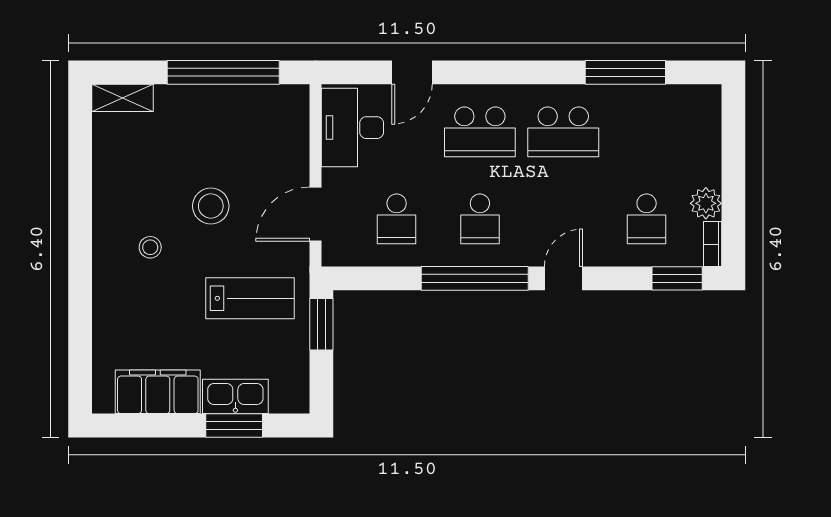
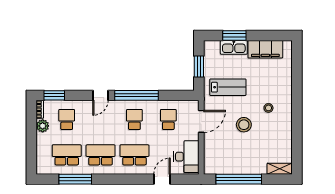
school desk: (647, 132) -> (67, 155), added
lab bench: (250, 298) -> (228, 87), turned 180
window: (321, 324) -> (199, 66), moved

